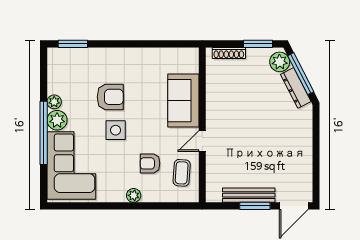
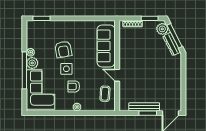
armchair: (110, 97) -> (63, 49), turned 80
sofa: (183, 101) -> (106, 46), width x1.36
door: (202, 141) -> (117, 75), hinge flipped
armchair: (150, 163) -> (74, 86), moved

